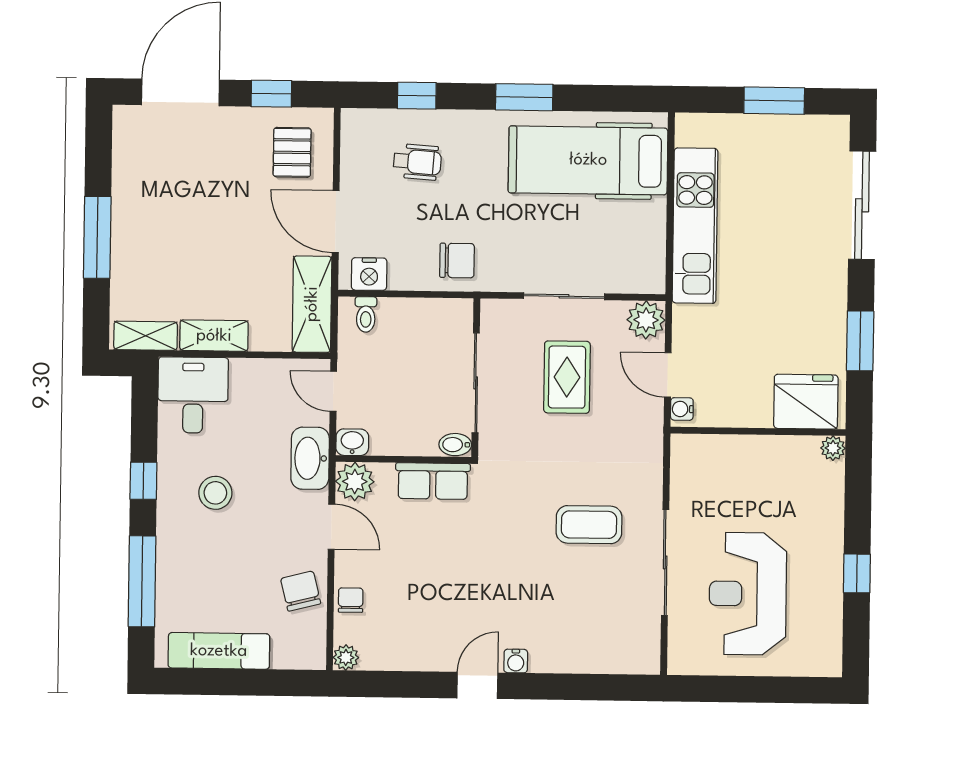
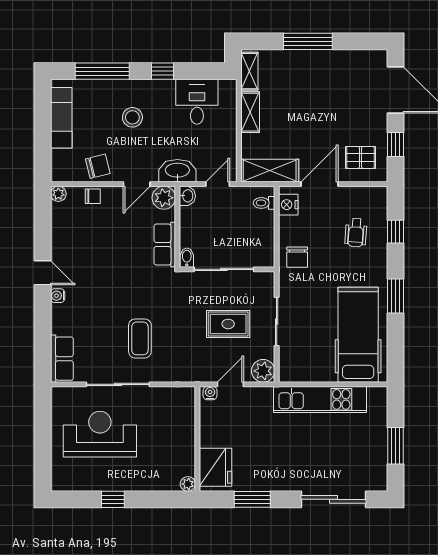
desk: (193, 395) -> (197, 102), moved, turned -90
stool: (215, 493) -> (132, 117), moved
row of seats: (621, 655) -> (62, 359), added

